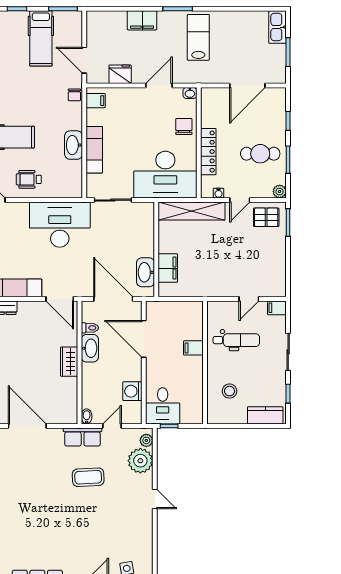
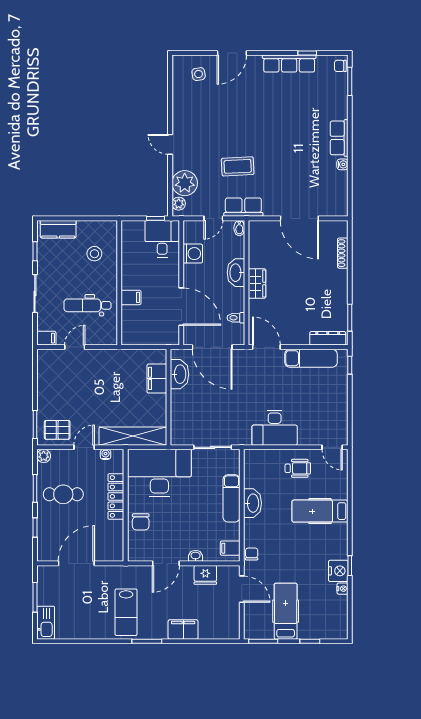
washbasin: (190, 93) -> (196, 556), moved
desk: (60, 225) -> (275, 428), width x0.73, depth x0.77
washbasin: (90, 348) -> (236, 273), moved

